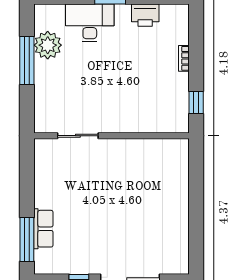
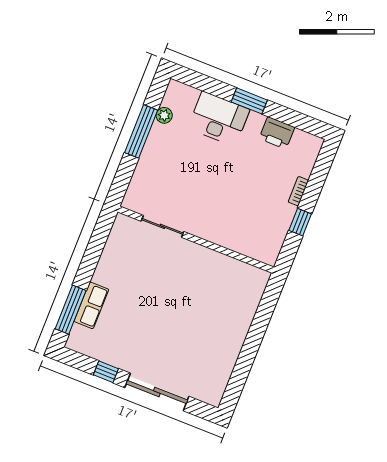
plant: (48, 45) -> (164, 115), width x0.53, depth x0.53
window: (196, 102) -> (300, 222), moved

